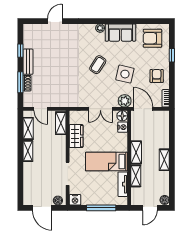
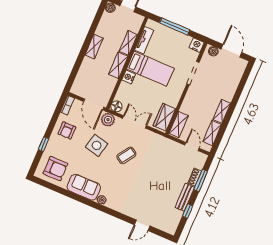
coffee table: (98, 65) -> (126, 155), moved
nightstand: (123, 127) -> (129, 77), moved
wardrobe: (76, 136) -> (164, 117), moved

